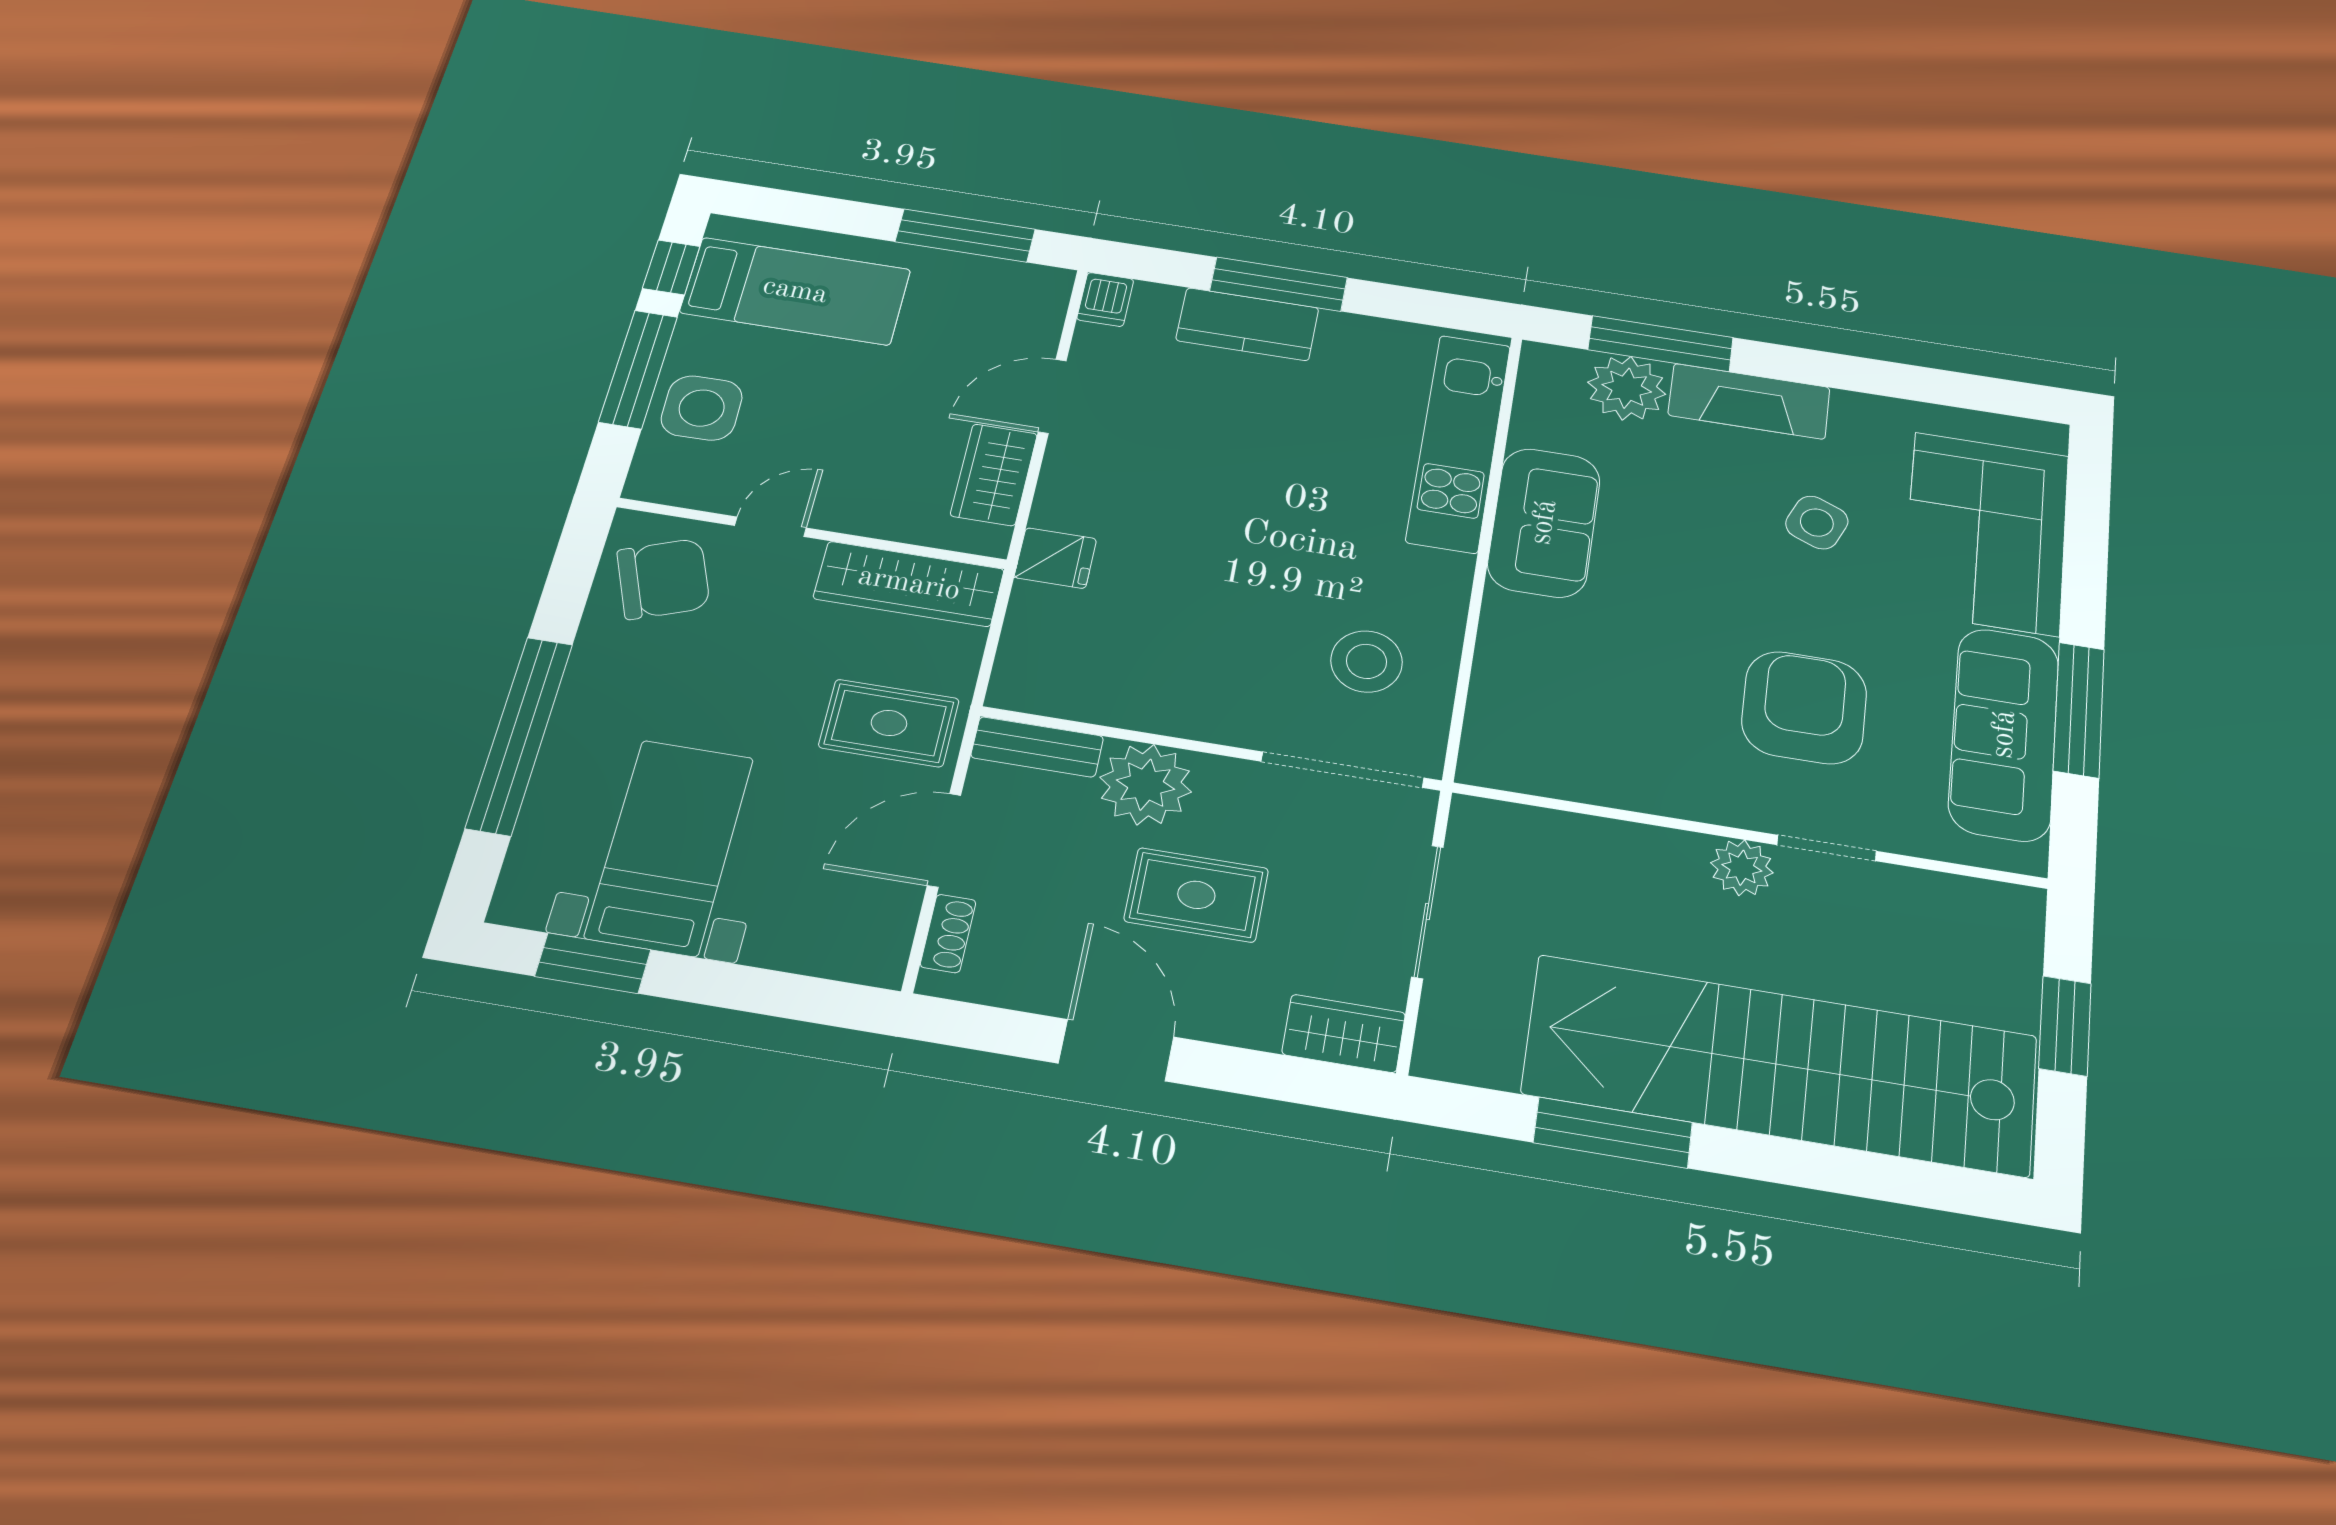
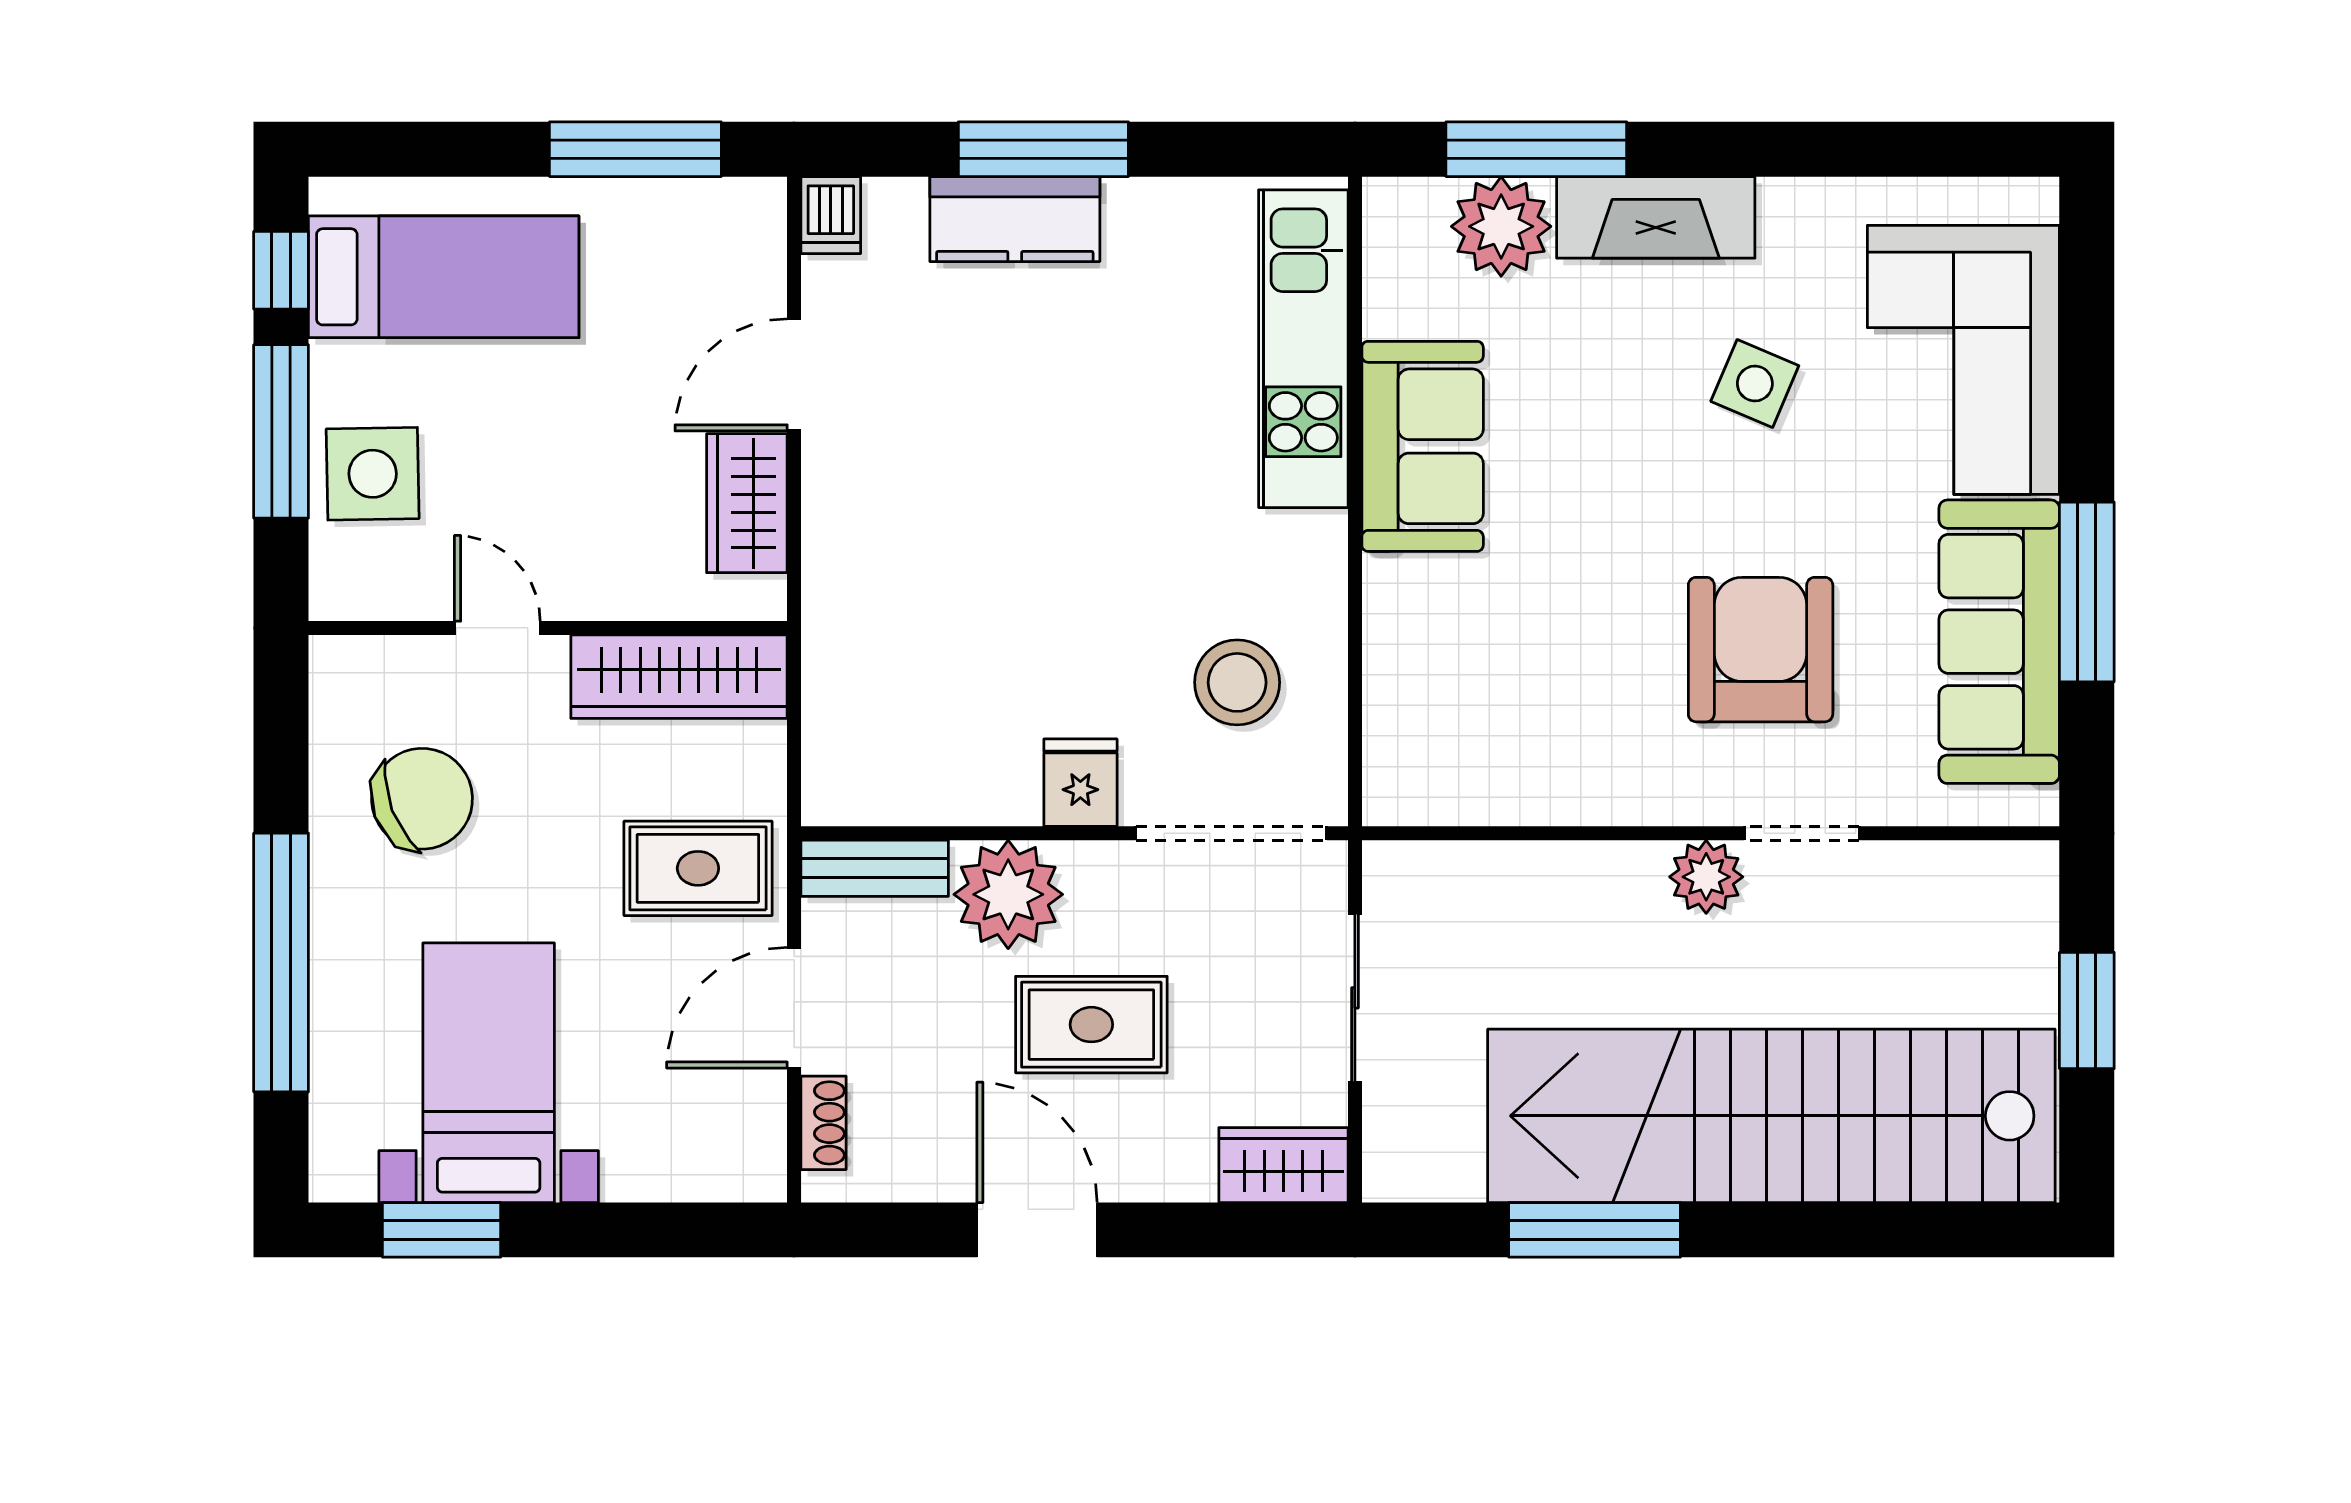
door: (770, 527) -> (497, 628), hinge flipped
fridge: (1055, 558) -> (1080, 783), moved, turned -90
chair: (663, 579) -> (422, 799), moved

